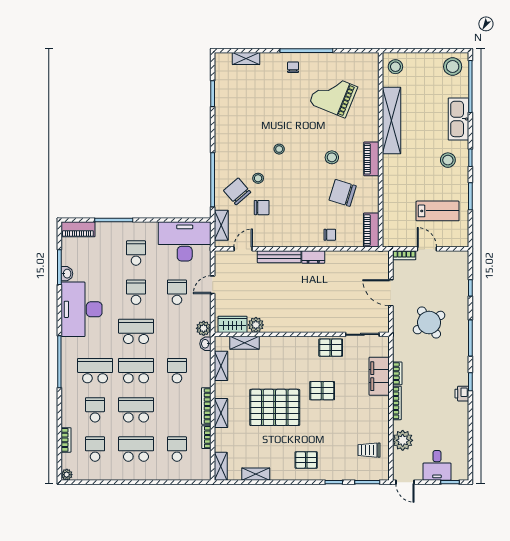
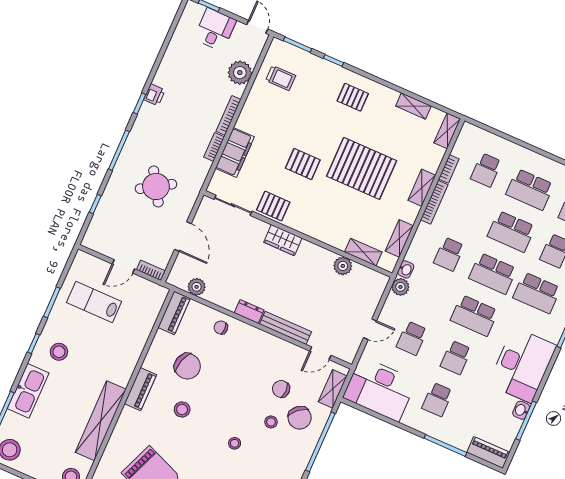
door: (427, 249) -> (123, 266), hinge flipped
plant: (363, 258) -> (197, 287), added
wardrobe: (233, 324) -> (283, 240), moved

